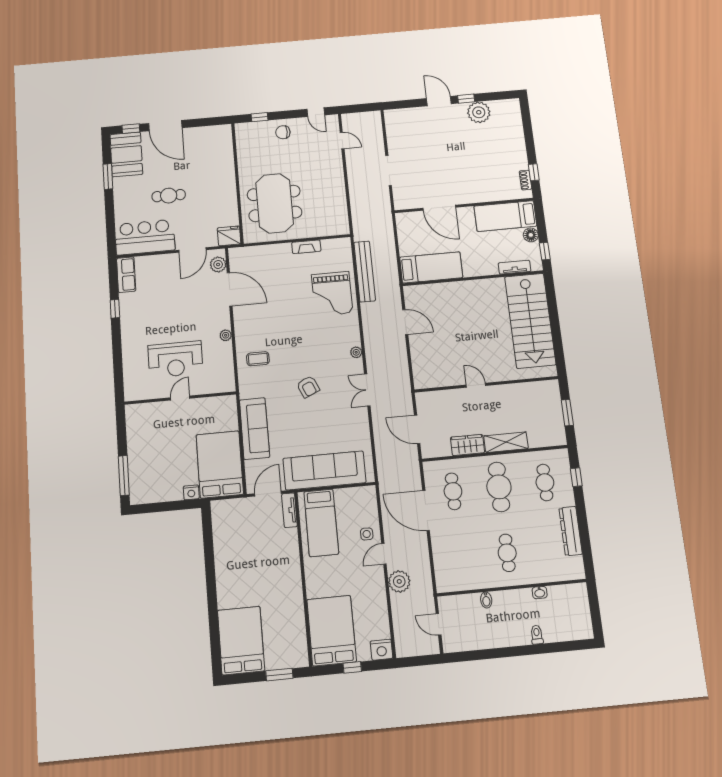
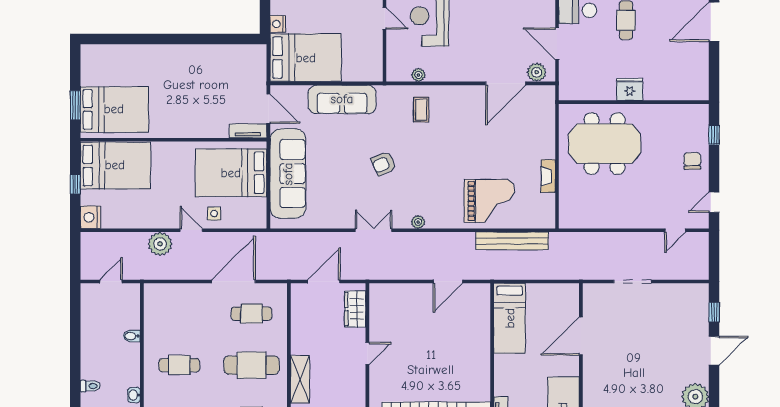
window: (466, 99) -> (714, 312), moved
fridge: (229, 236) -> (630, 89), moved, turned -90
grand piano: (332, 294) -> (489, 201), turned 180
plant: (226, 335) -> (418, 75), moved
wardrobe: (467, 445) -> (355, 309), moved, turned 180
bed: (321, 523) -> (231, 173), width x1.50
bed: (241, 640) -> (114, 109), moved

